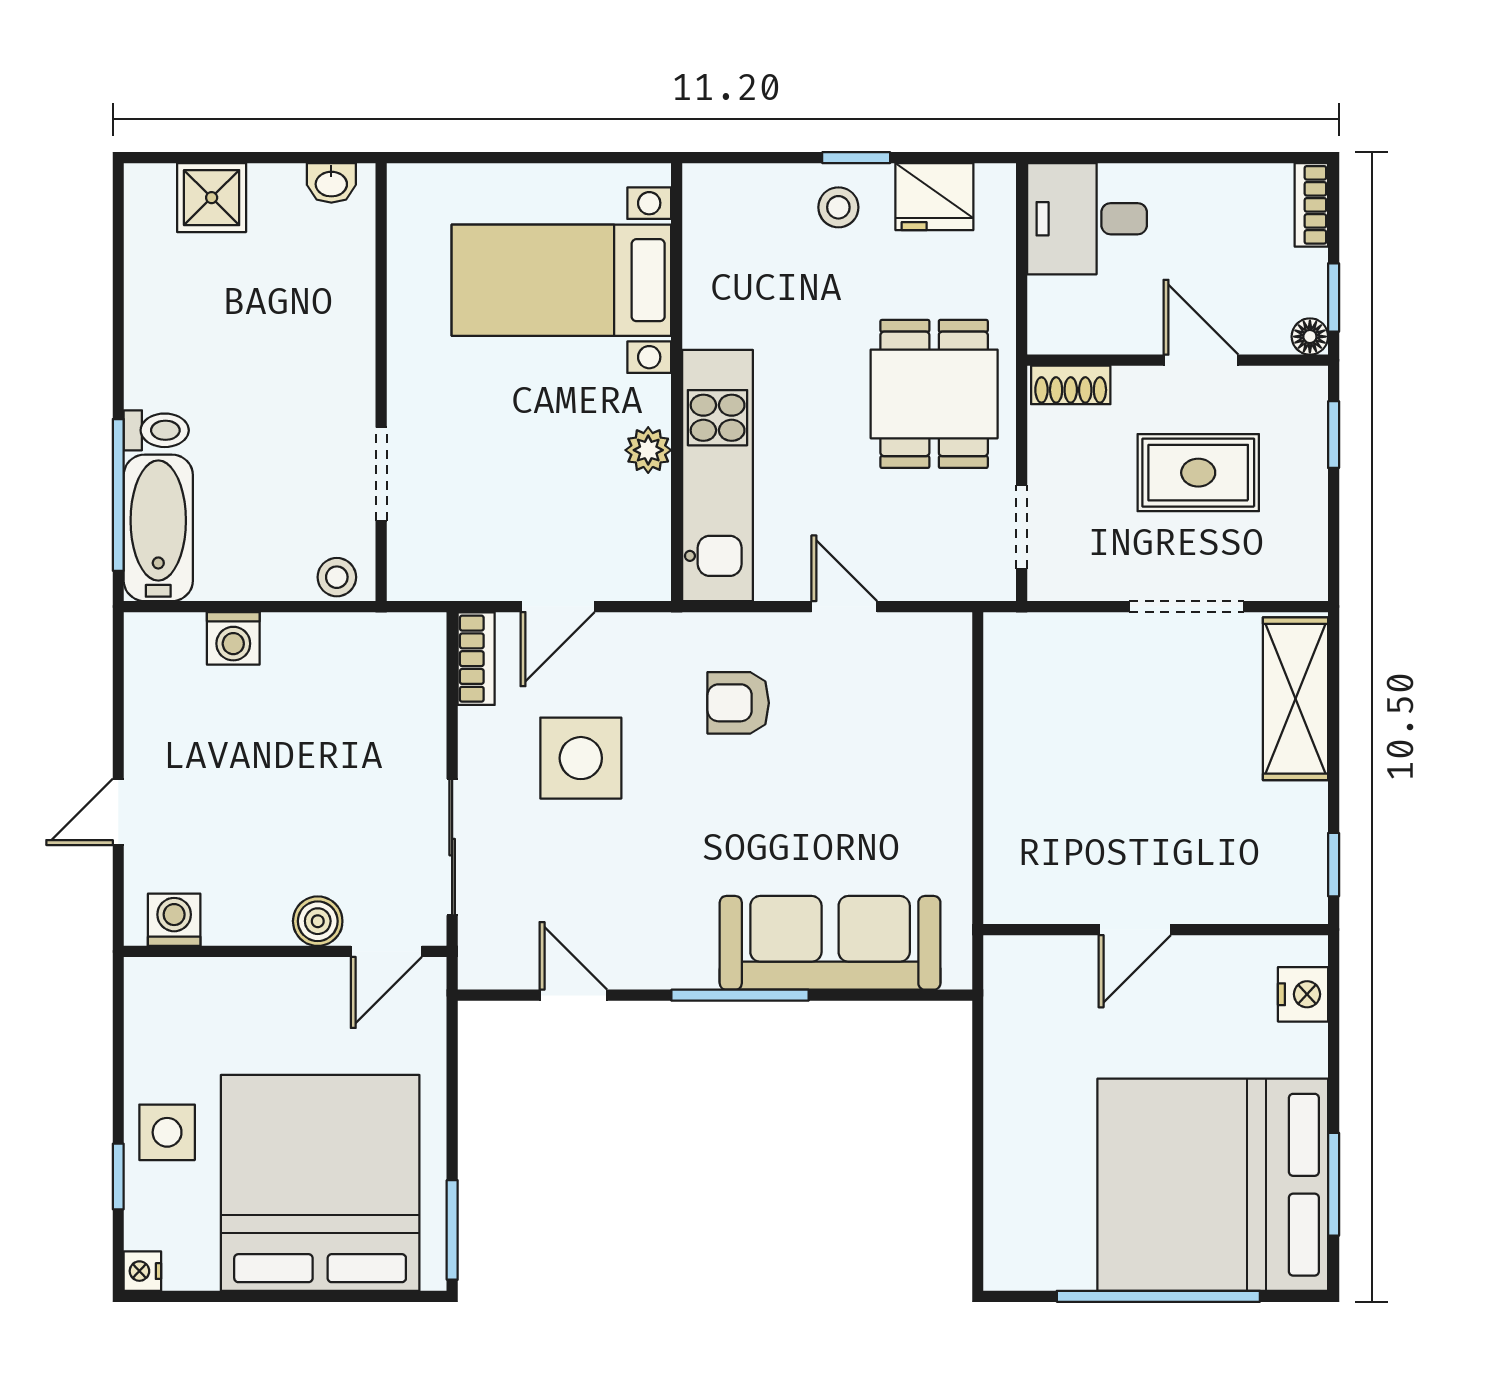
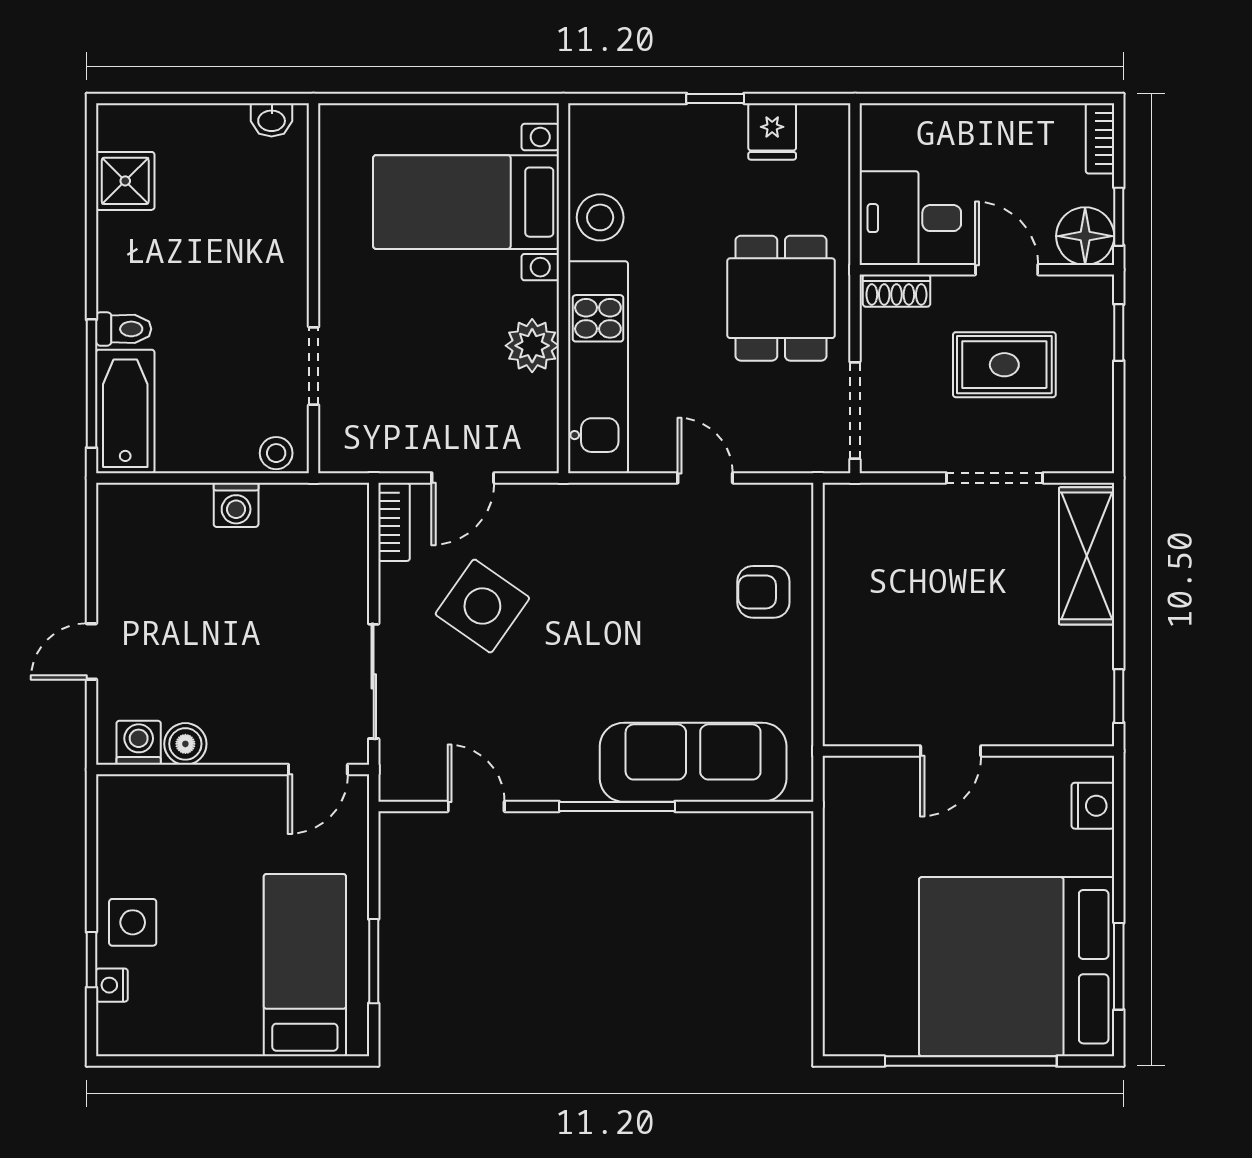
fridge: (934, 197) -> (772, 131), width x0.72
shower: (212, 198) -> (125, 181), moved
stool: (838, 207) -> (600, 217), moved, width x1.37, depth x1.37
desk: (1087, 219) -> (910, 218), moved
floor lamp: (1310, 337) -> (1085, 236), width x1.89, depth x1.89
plant: (648, 450) -> (532, 346), width x1.38, depth x1.38
doorway: (1022, 527) -> (855, 411), width x1.38
washing machine: (233, 638) -> (236, 505), moved
armchair: (738, 703) -> (763, 592), moved
side table: (581, 758) -> (482, 606), turned 35
boiler: (318, 921) -> (185, 744), moved
bed: (320, 1183) -> (305, 965), width x0.49
window: (452, 1230) -> (374, 961), moved
nightstand: (142, 1271) -> (112, 985), moved

